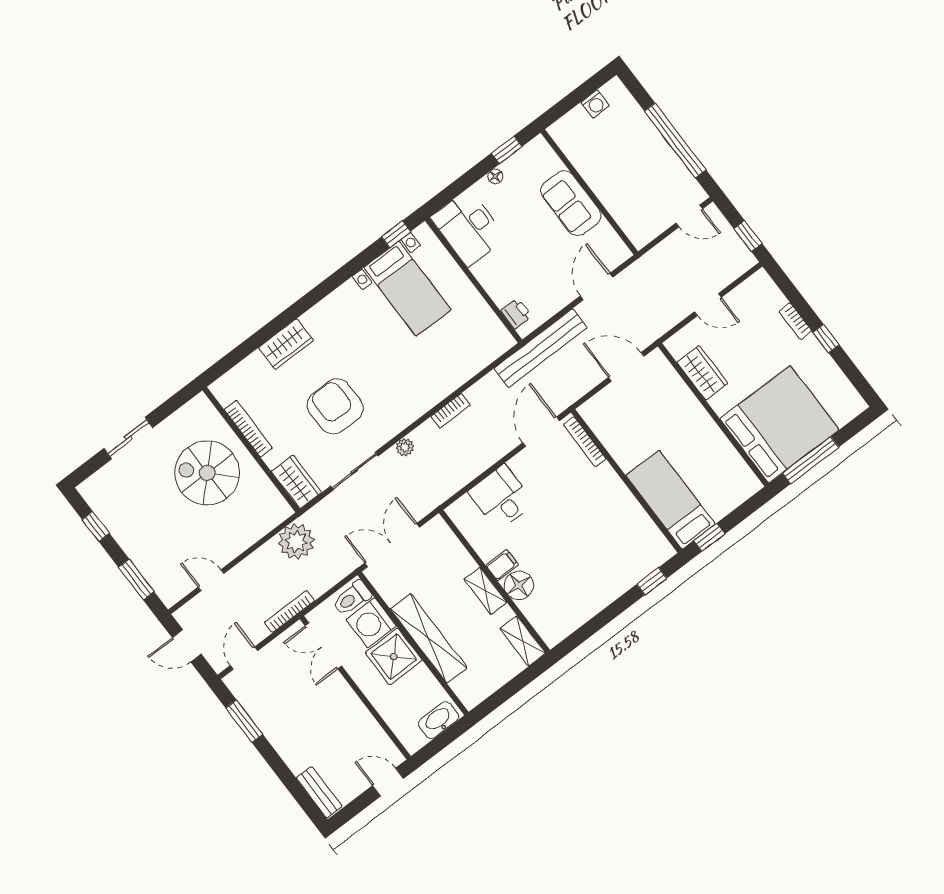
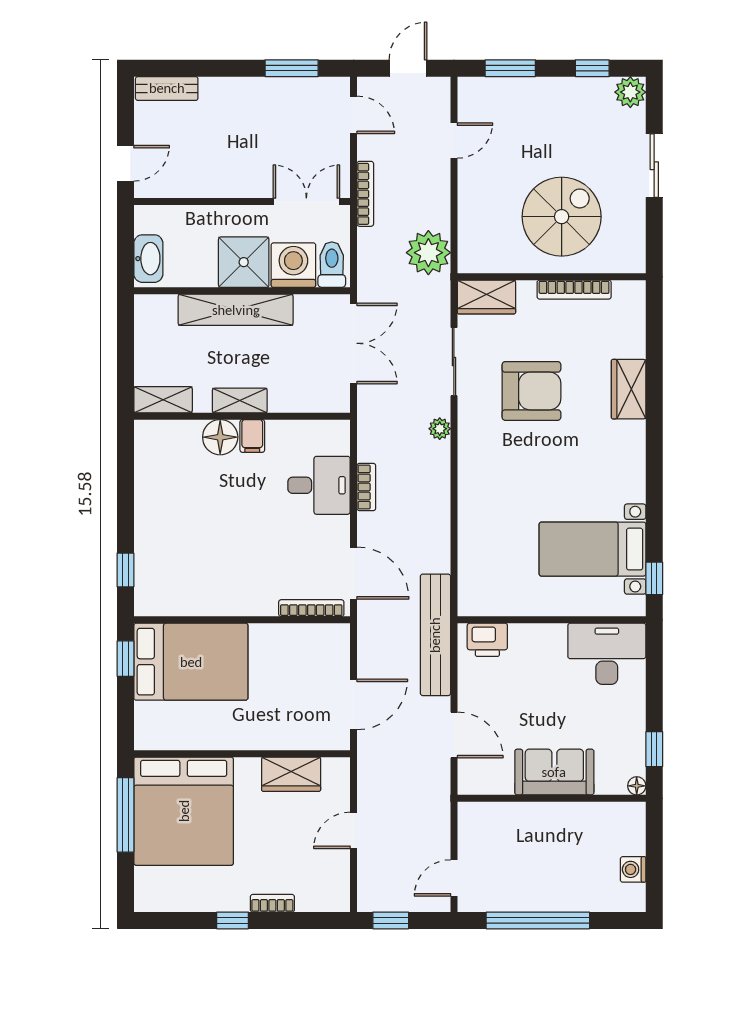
floor lamp: (495, 176) -> (637, 786), moved
printer: (516, 314) -> (487, 640), width x1.36, depth x1.24
bookcase: (451, 411) -> (366, 487), moved, turned 180
plant: (92, 490) -> (630, 92), added
bed: (671, 500) -> (191, 662), width x1.50

